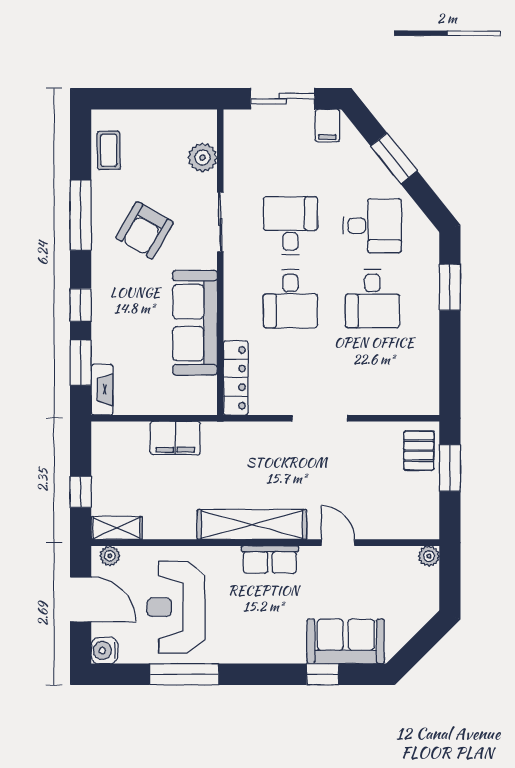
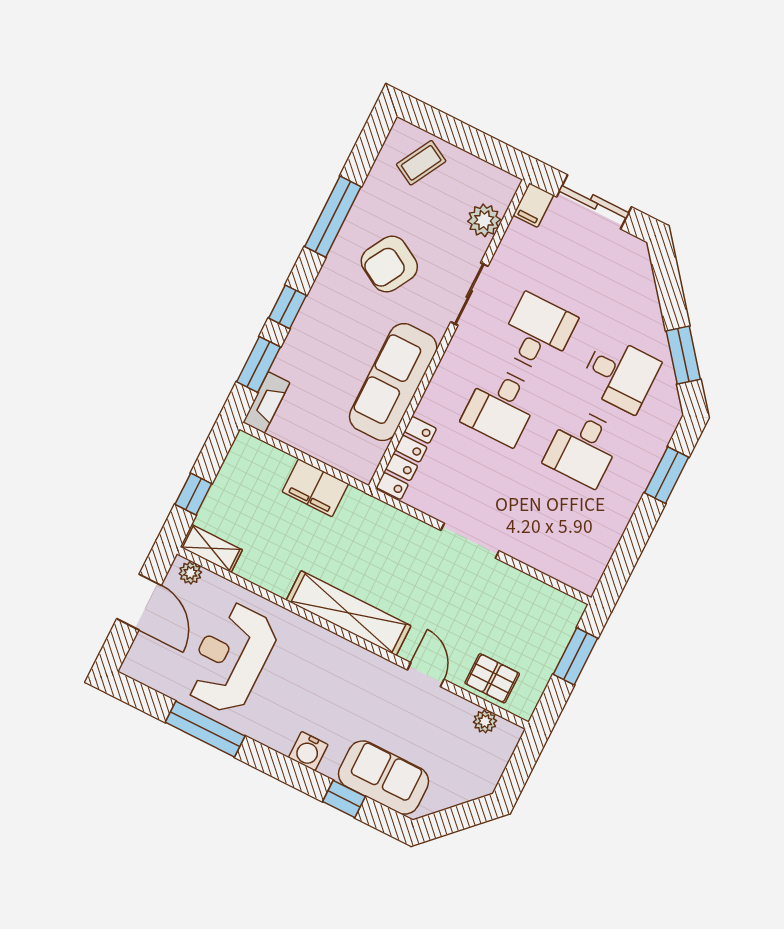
filing cabinet: (327, 126) -> (533, 205), moved
coffee table: (109, 150) -> (421, 163), moved, turned 30
window: (394, 158) -> (683, 355), moved
pallet: (419, 451) -> (492, 678), moved, turned 90
plant: (429, 556) -> (485, 721), moved
row of seats: (270, 559) -> (349, 657), removed
water cooler: (104, 651) -> (308, 751), moved, turned -90

